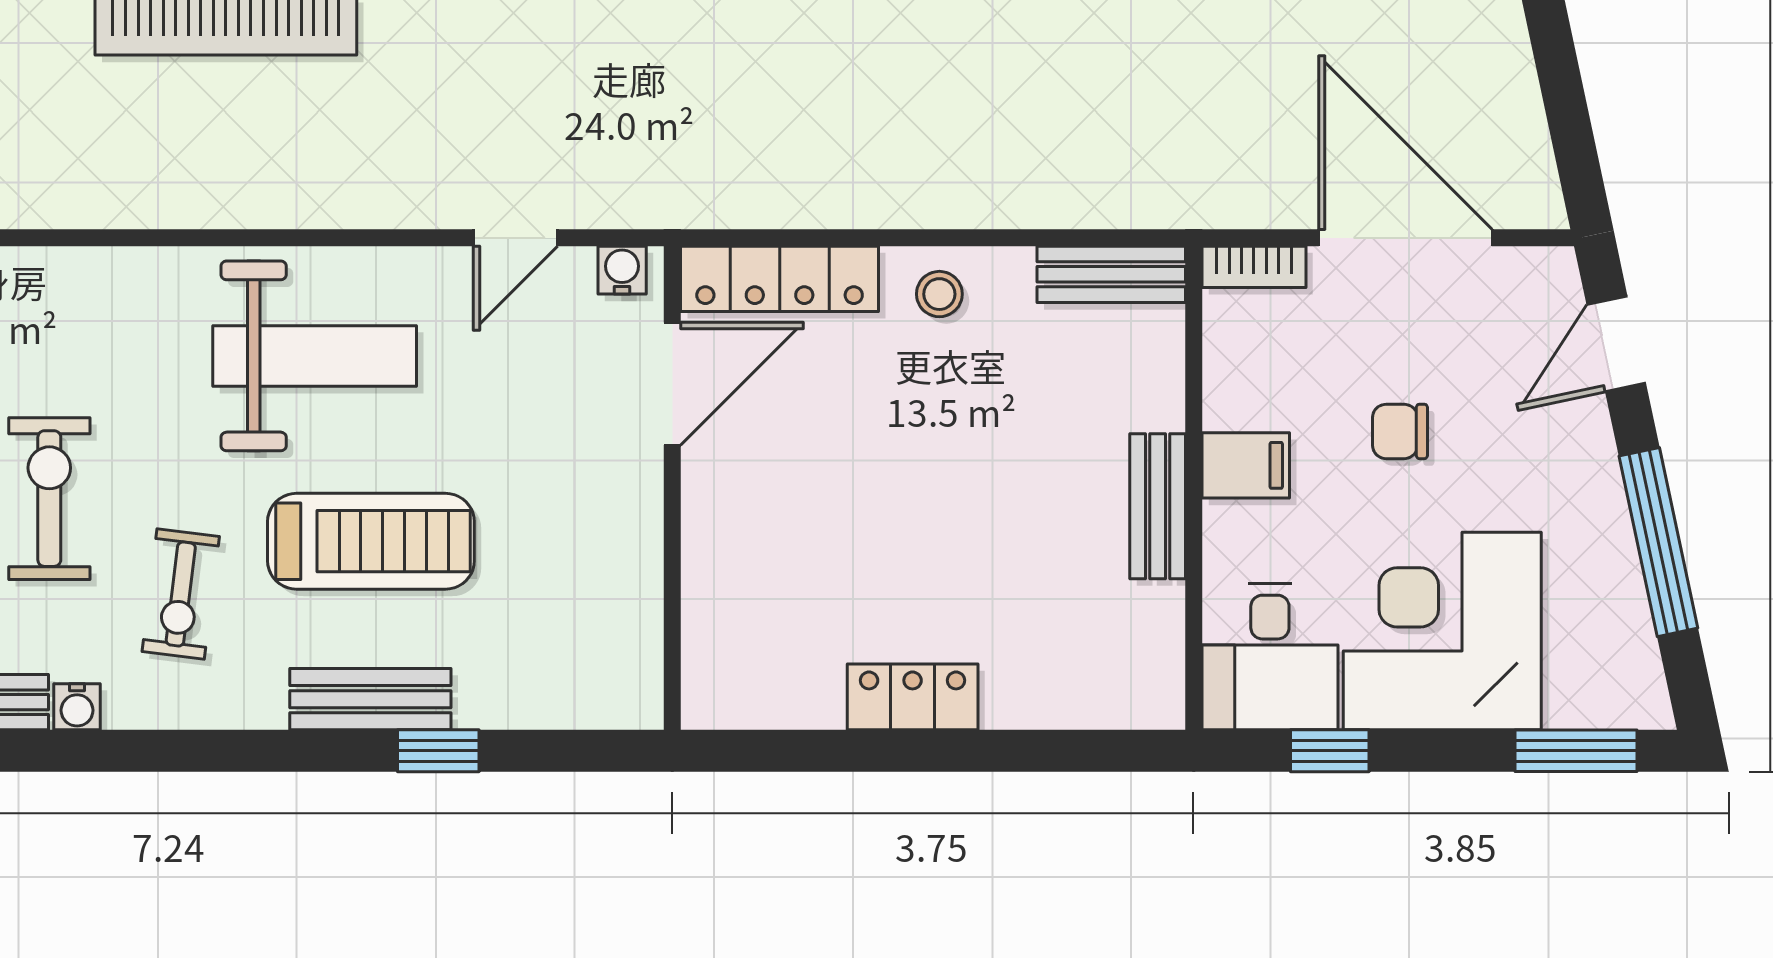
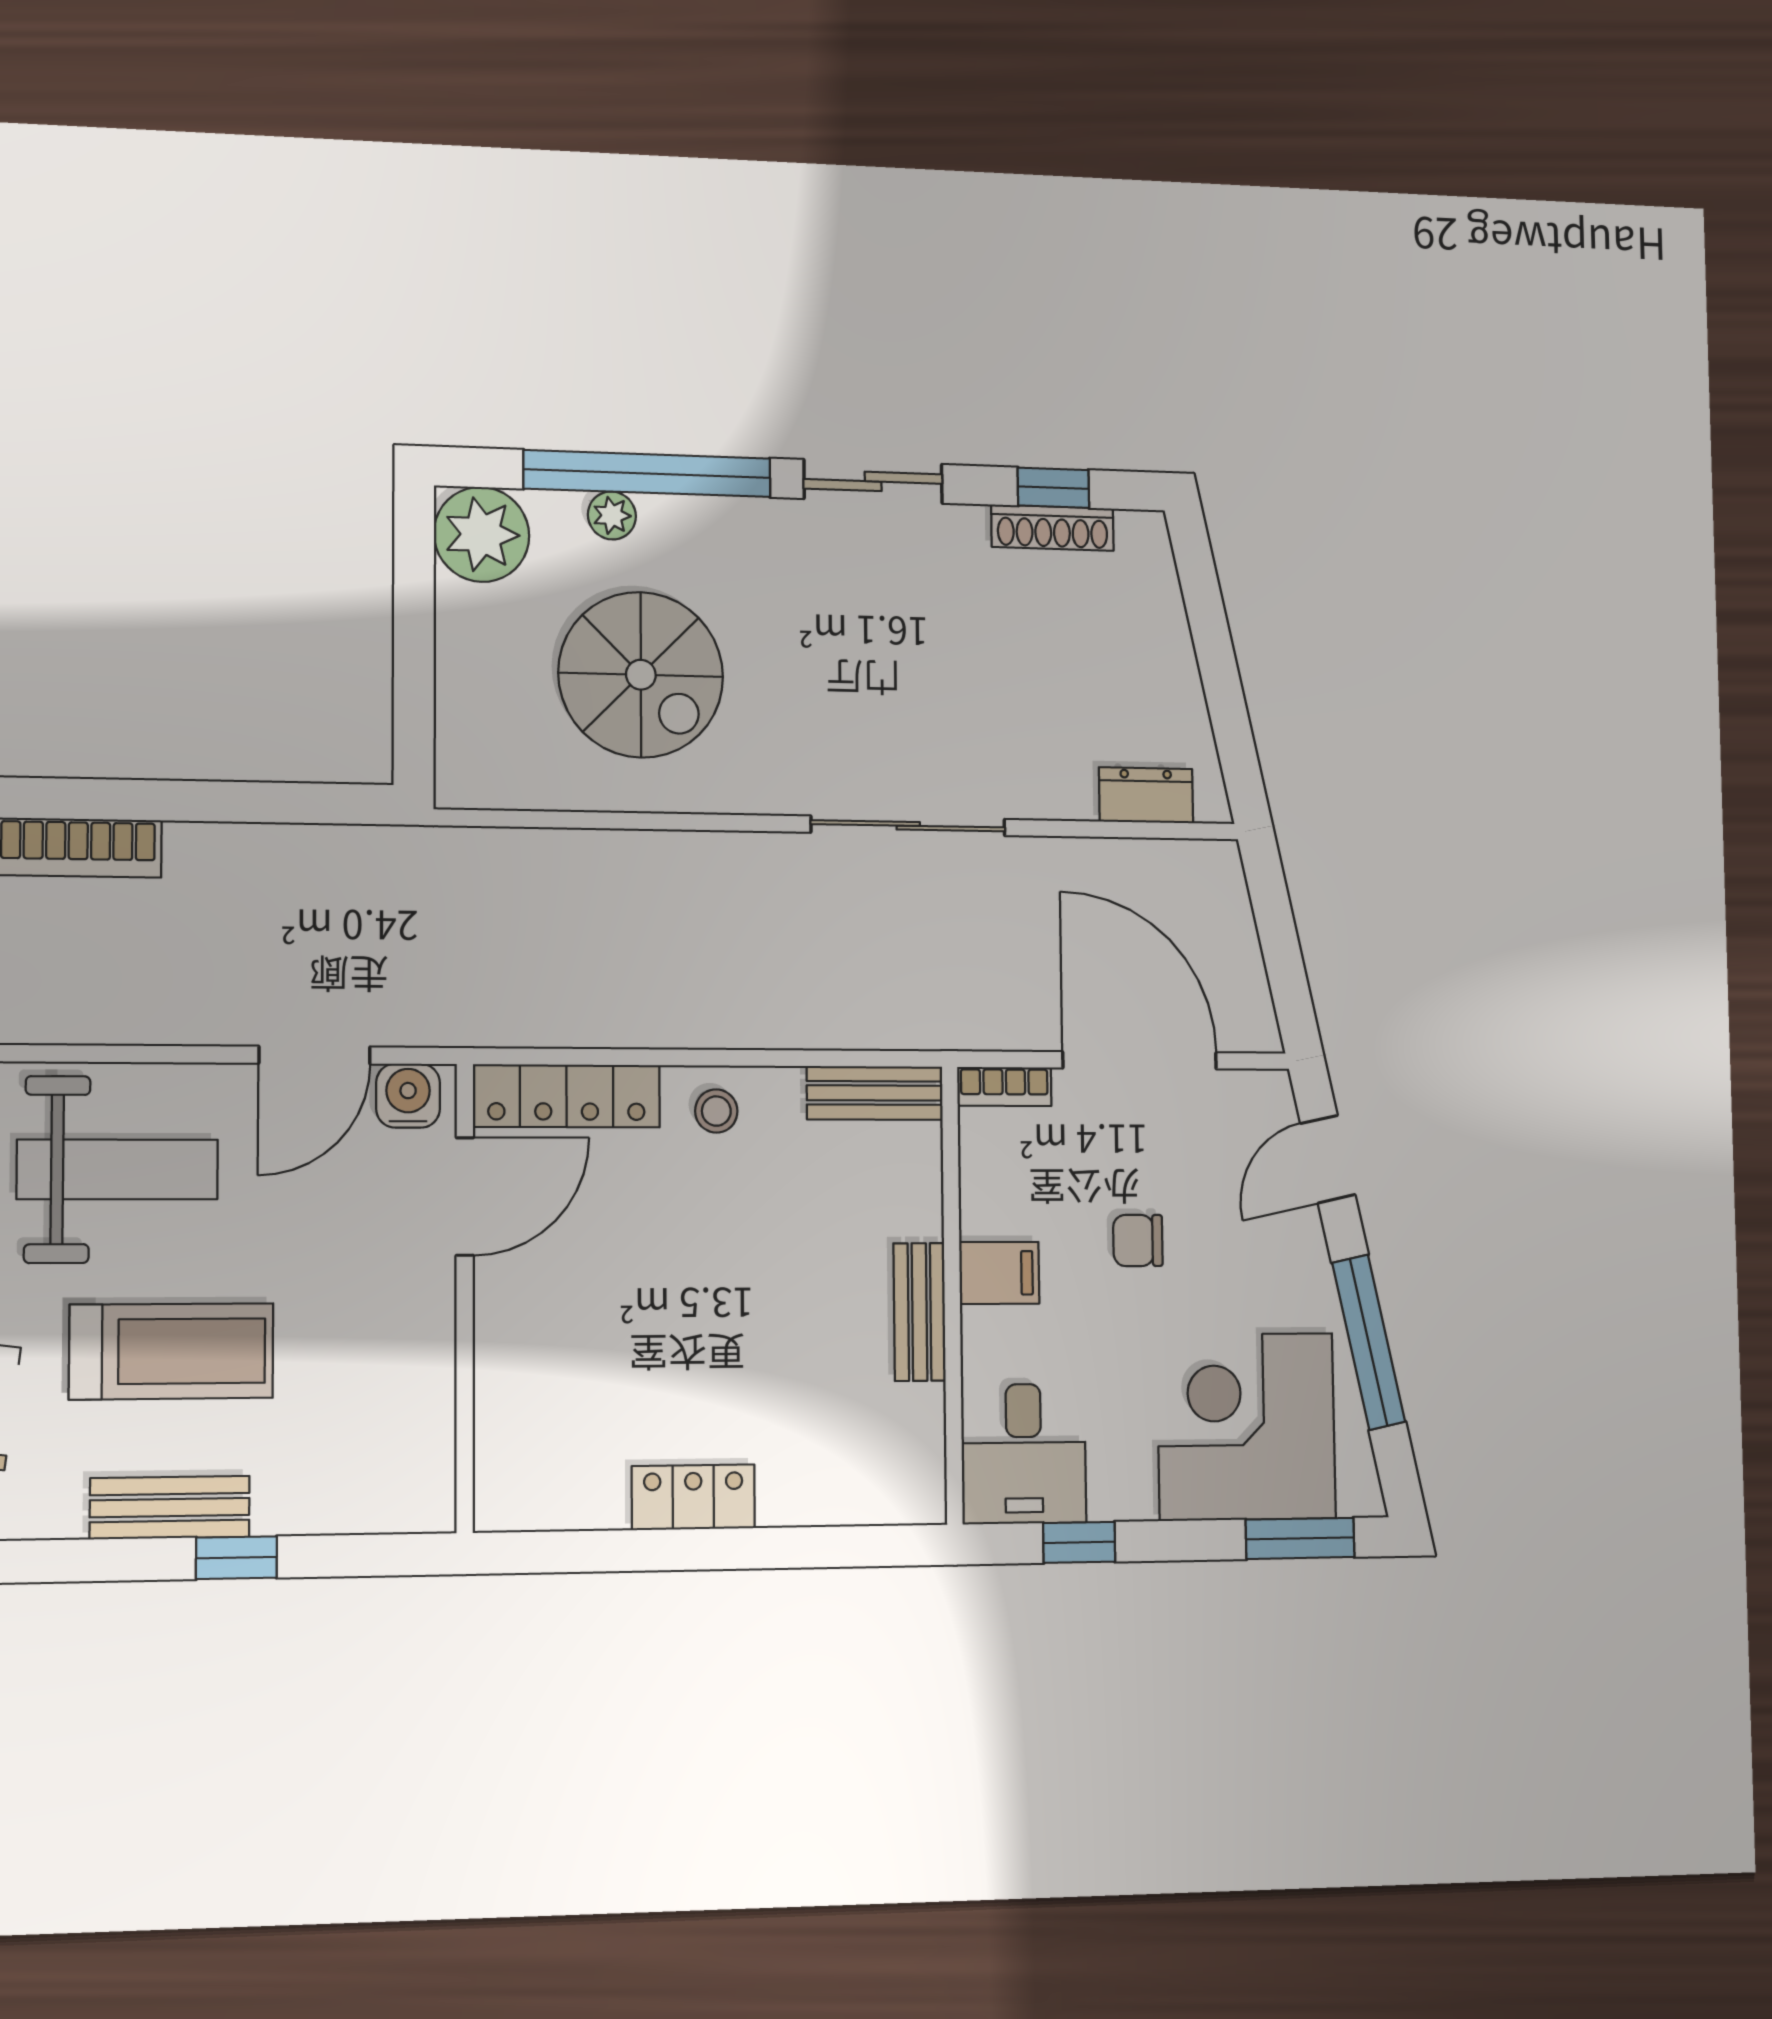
door: (516, 238) -> (315, 1055), width x1.38
water cooler: (622, 270) -> (408, 1096), width x1.38, depth x1.38
corner desk: (1442, 631) -> (1246, 1427), moved

